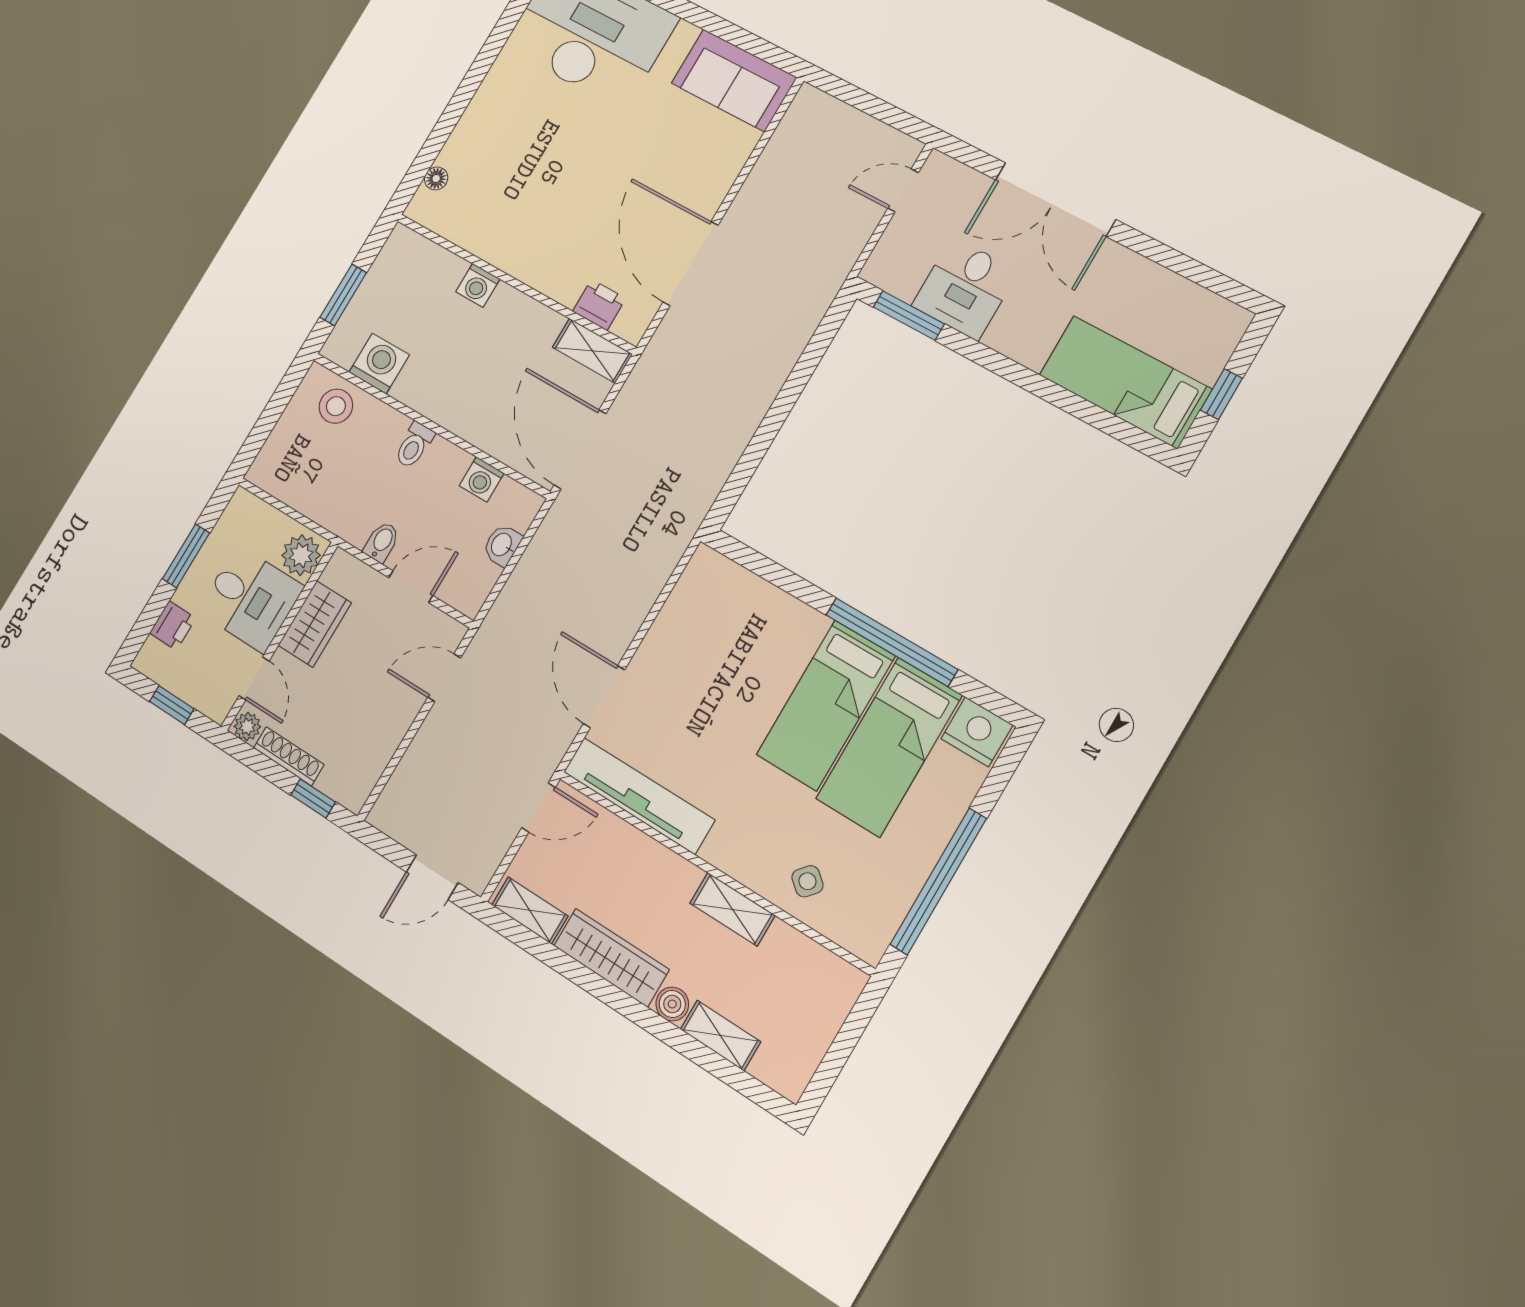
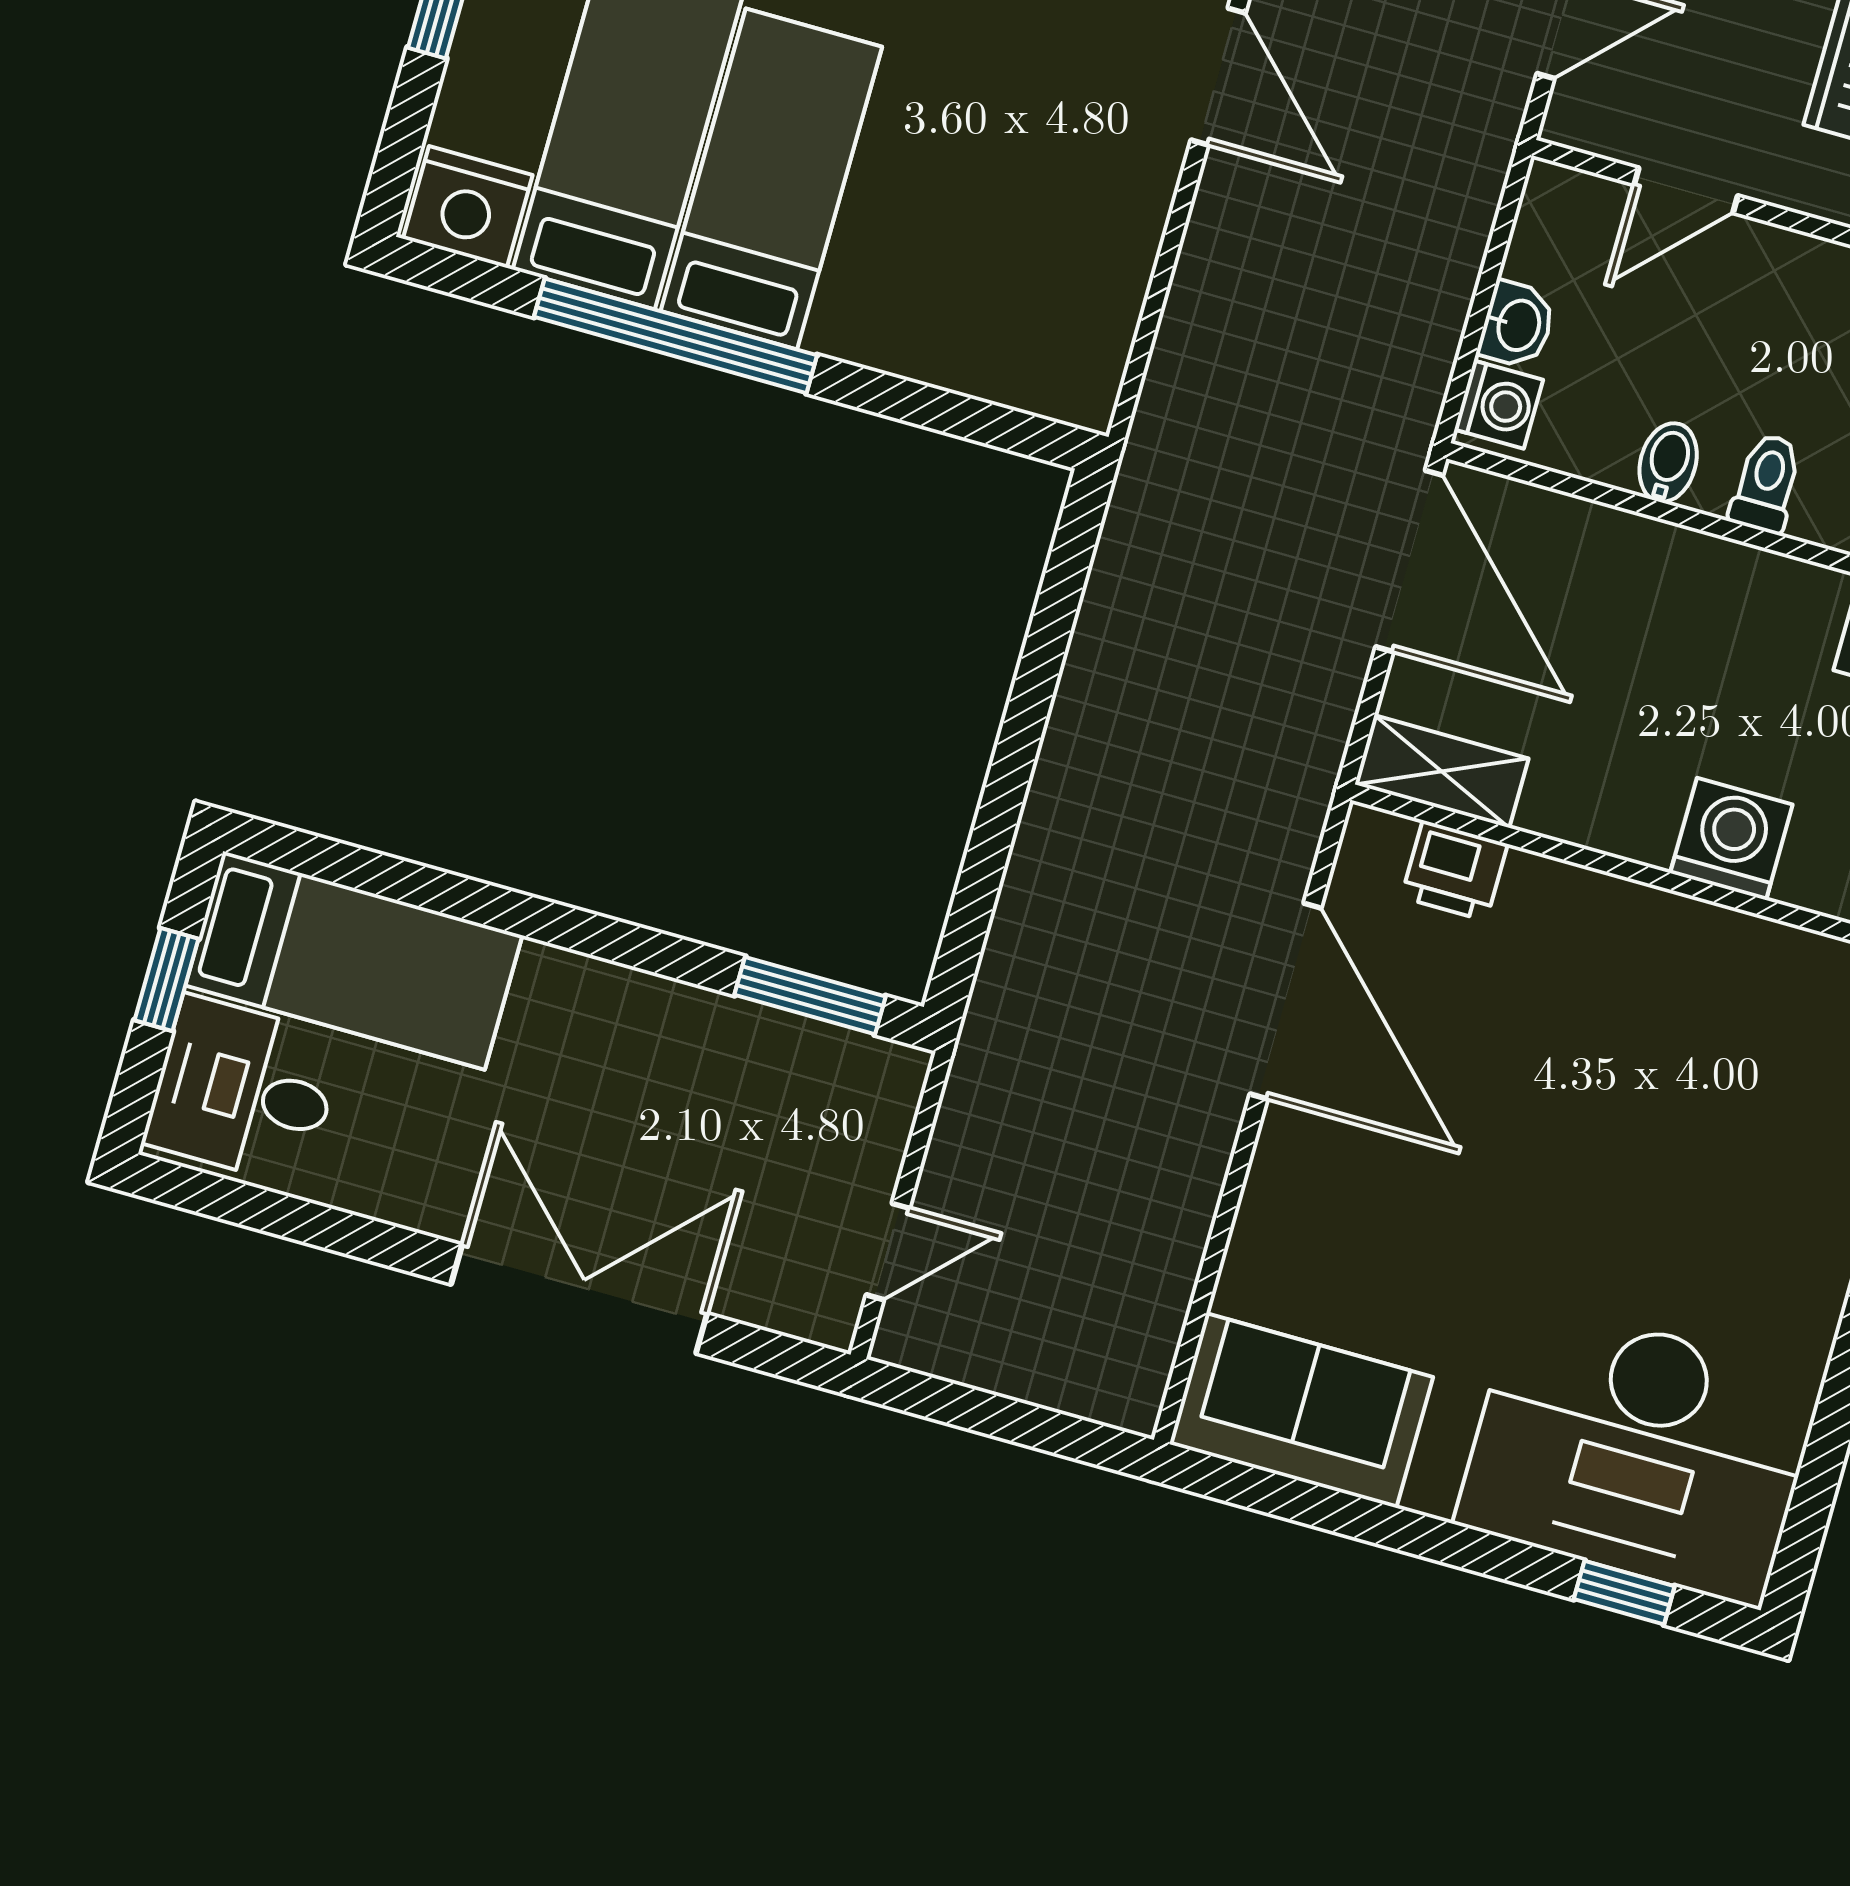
washing machine: (478, 285) -> (1731, 839), width x1.38, depth x1.38
desk: (965, 288) -> (244, 1091), moved, turned -90
washing machine: (482, 479) -> (1499, 405), moved, turned 90
bidet: (382, 542) -> (1668, 463), moved, turned 180

